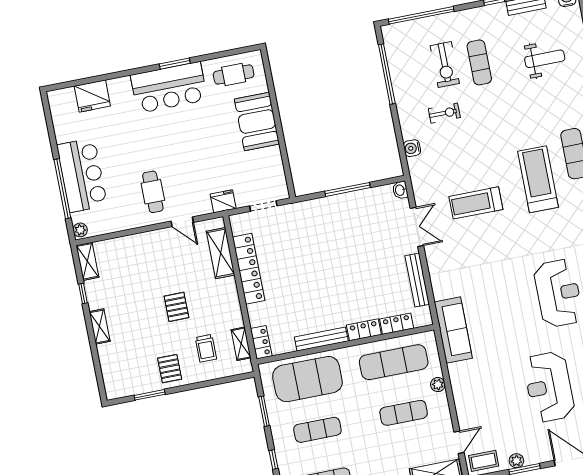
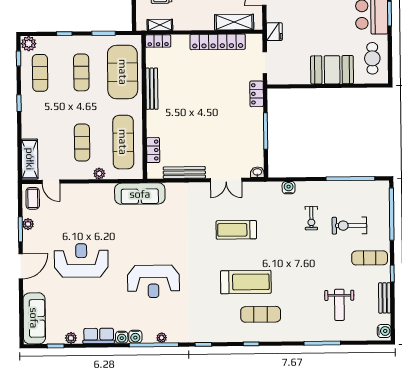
exercise mat: (479, 62) -> (370, 258), moved
treadmill: (476, 203) -> (236, 230), turned -90
locker: (364, 330) -> (257, 94), moved, turned 180

